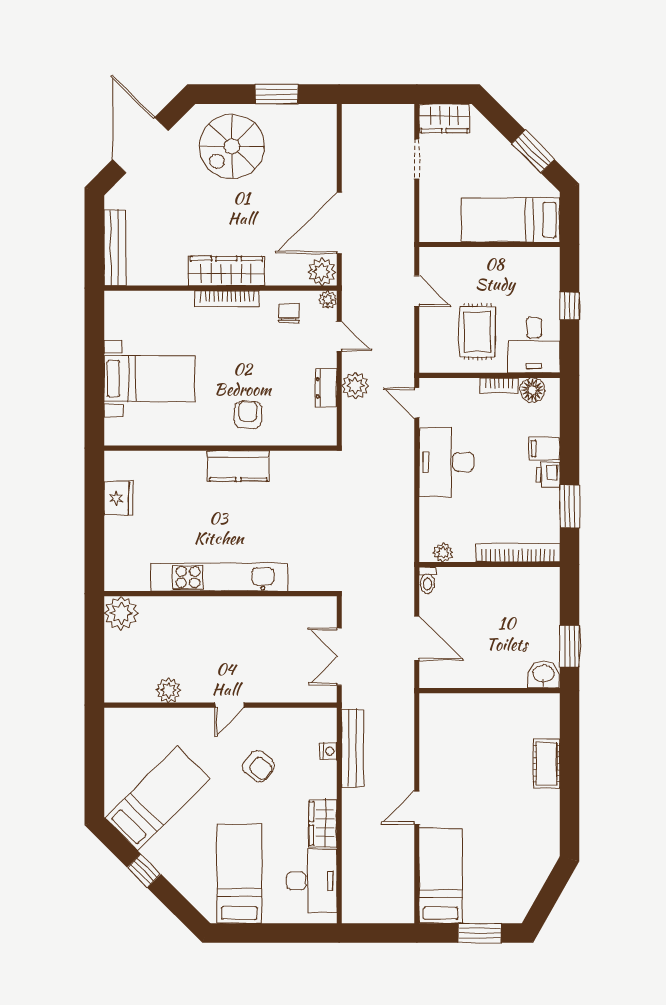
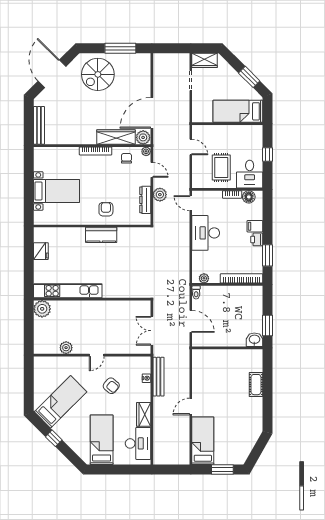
window: (276, 94) -> (120, 48), width x1.44
wardrobe: (226, 271) -> (116, 137), moved
dresser: (326, 388) -> (145, 200), width x1.44
kitchen unit: (219, 577) -> (68, 291), moved

